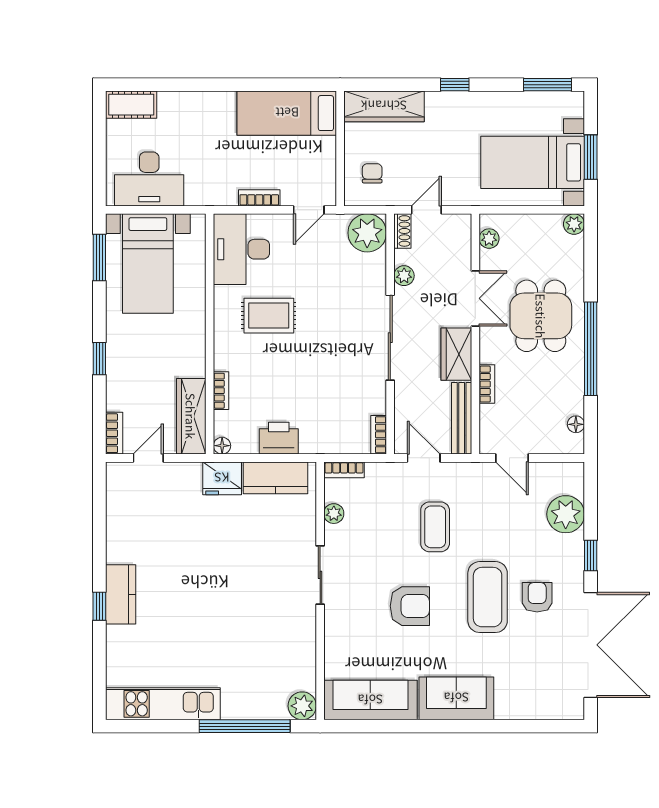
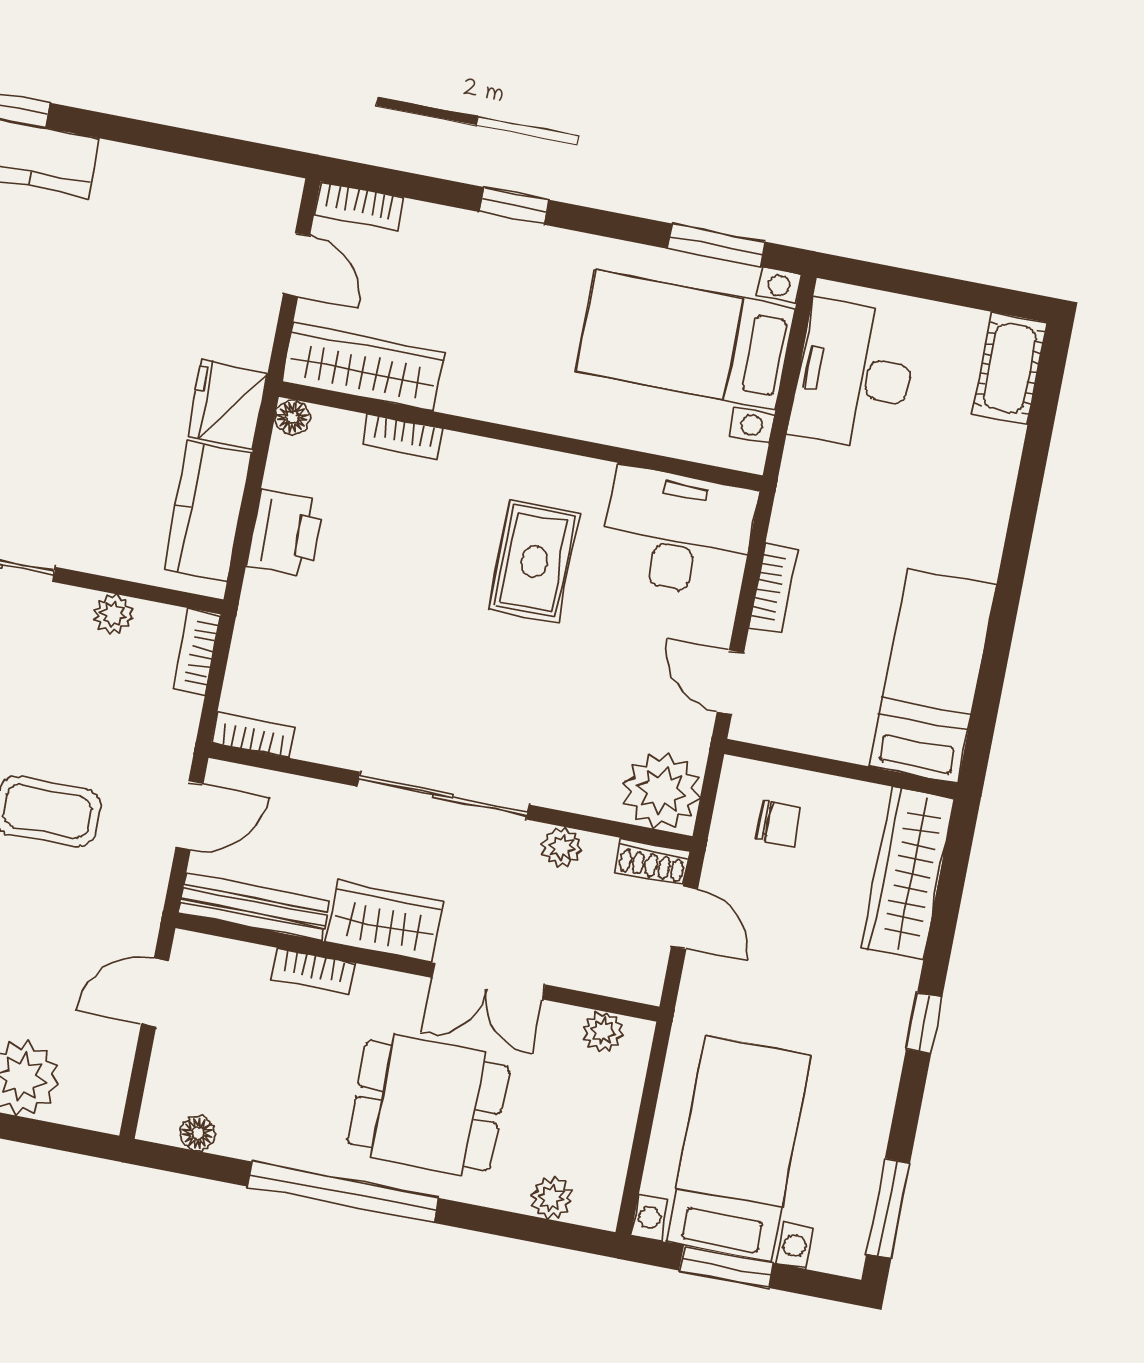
plant: (574, 224) -> (551, 1198), moved

